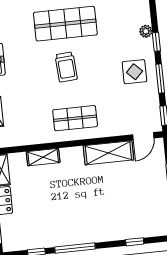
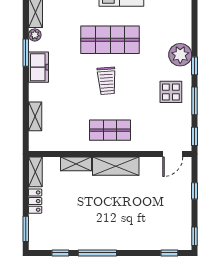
plant: (146, 31) -> (180, 55), width x1.87, depth x1.87
shelving: (108, 153) -> (116, 166), moved
window: (135, 242) -> (169, 253), moved

